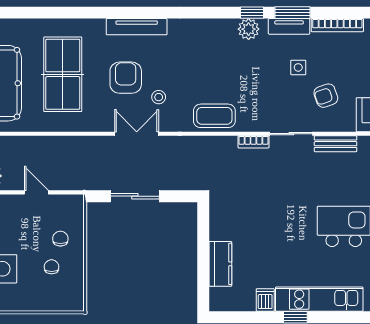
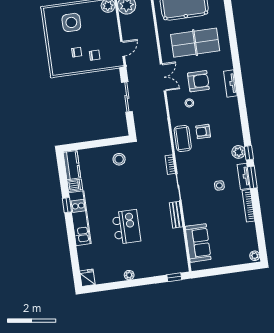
tv unit: (137, 27) -> (230, 84), width x0.71
armchair: (326, 96) -> (203, 131), moved, turned -71
double door: (137, 134) -> (163, 77), moved
door: (36, 192) -> (123, 49), moved
stool: (233, 223) -> (119, 159), added
kitchen counter: (220, 264) -> (72, 165), moved, turned -90

